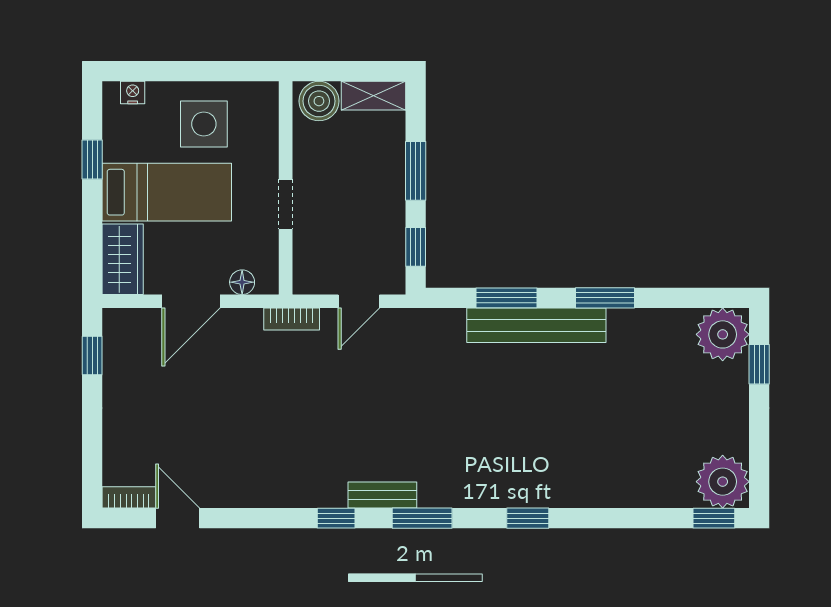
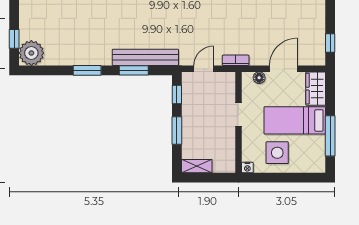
nightstand: (133, 93) -> (247, 168), moved
boiler: (319, 101) -> (223, 164), removed
window: (92, 160) -> (330, 136), width x2.17
bench: (536, 325) -> (145, 57), moved

